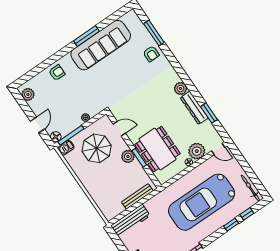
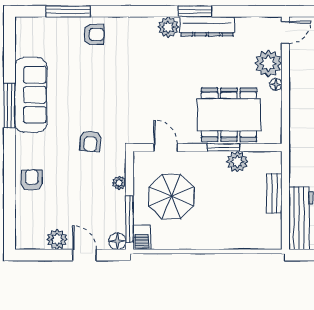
sofa: (101, 45) -> (31, 95), width x0.74, depth x0.79
armchair: (97, 89) -> (90, 141), added
plant: (28, 94) -> (57, 239), moved
window: (209, 113) -> (195, 11), moved
door: (119, 129) -> (166, 148), hinge flipped
plant: (128, 156) -> (237, 162), moved
bench: (137, 196) -> (274, 193), width x0.73

